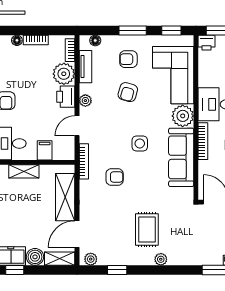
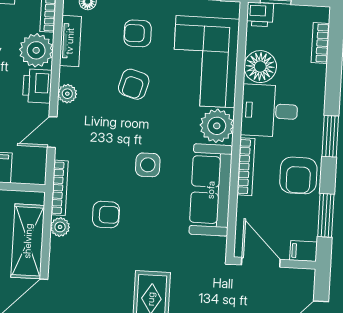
floor lamp: (209, 76) -> (260, 67), added
plant: (85, 187) -> (60, 227), added

